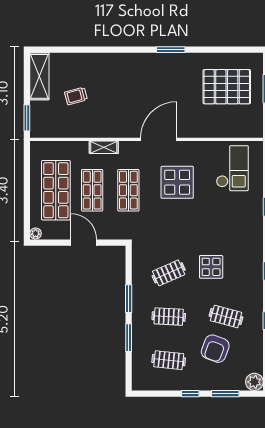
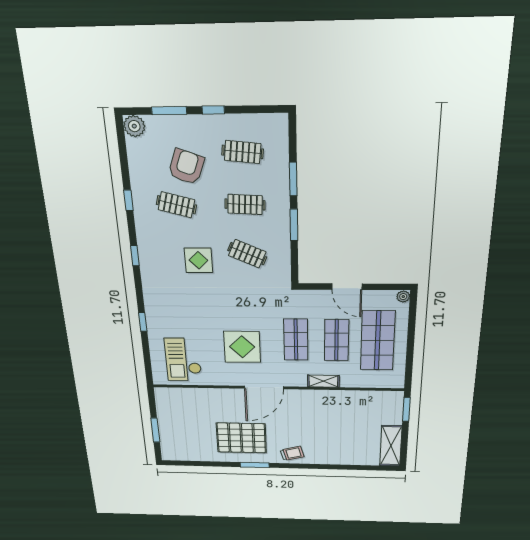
pallet: (227, 87) -> (241, 438), moved
trolley: (76, 96) -> (292, 453), moved
clothes rail: (169, 273) -> (247, 254), turned 48

